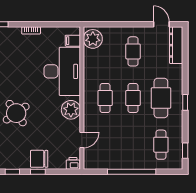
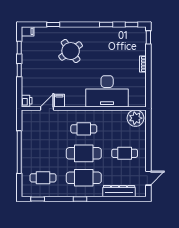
filing cabinet: (73, 41) -> (59, 101), moved
dresser: (176, 45) -> (119, 191), moved
cafe table: (133, 98) -> (84, 153), width x1.37, depth x1.35
plant: (71, 110) -> (73, 99), removed
door: (82, 140) -> (47, 109), swing flipped
chair: (39, 159) -> (31, 71), removed

